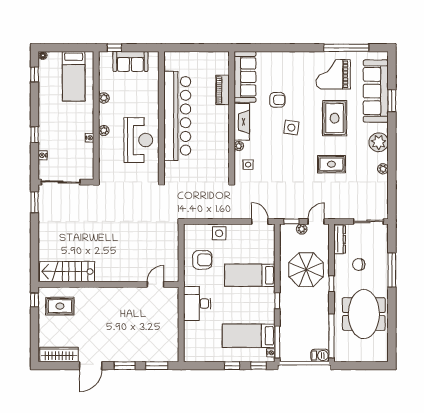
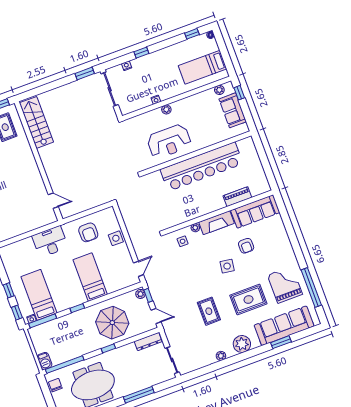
plant: (104, 98) -> (219, 90), moved
plant: (302, 229) -> (140, 294), moved
chair: (359, 264) -> (55, 385), moved

